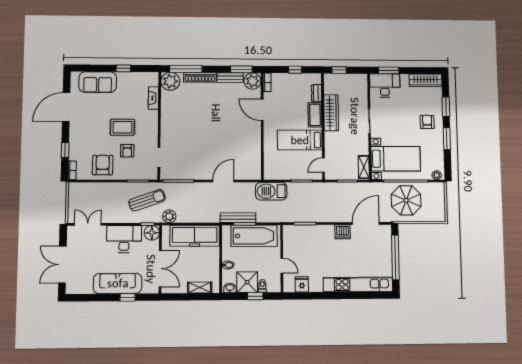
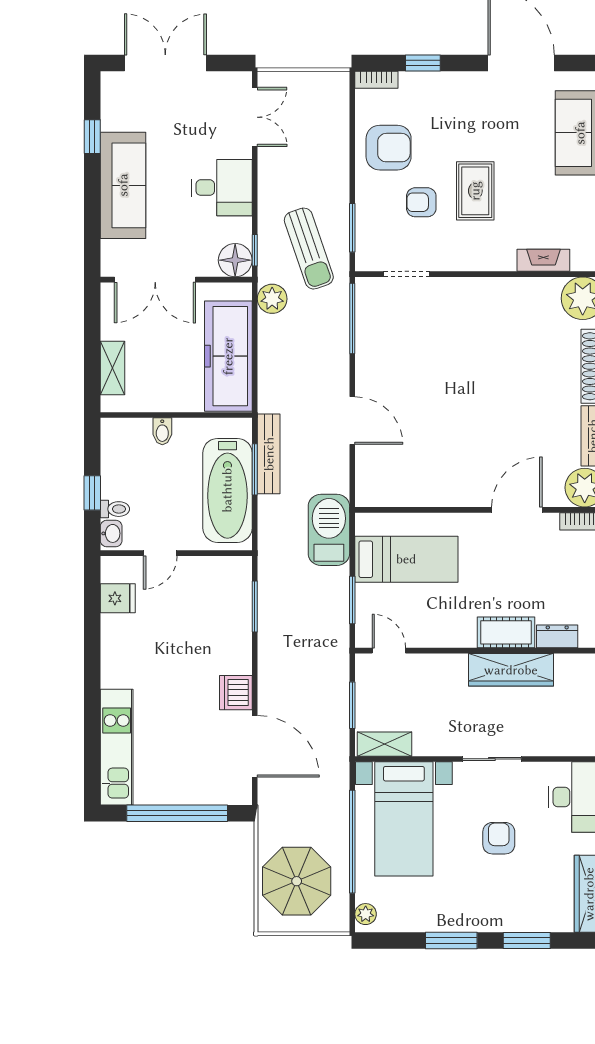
armchair: (427, 122) -> (499, 838), moved, turned -90
bed: (300, 140) -> (406, 559), moved, turned 90
parasol: (406, 200) -> (297, 881), moved
desk: (124, 239) -> (222, 188), width x0.73
shower: (247, 282) -> (124, 475), removed
kitchen unit: (358, 284) -> (117, 747), width x0.73
washbasin: (230, 288) -> (111, 533), moved
window: (128, 297) -> (92, 137), moved

